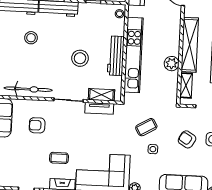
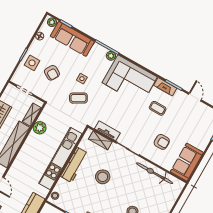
plant: (172, 64) -> (40, 128), moved

